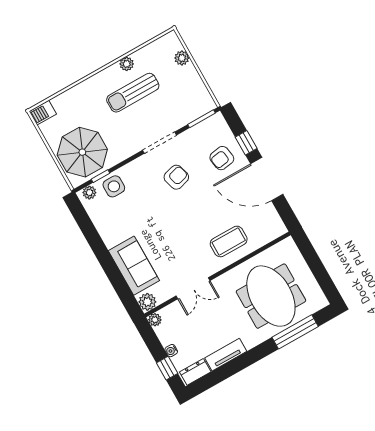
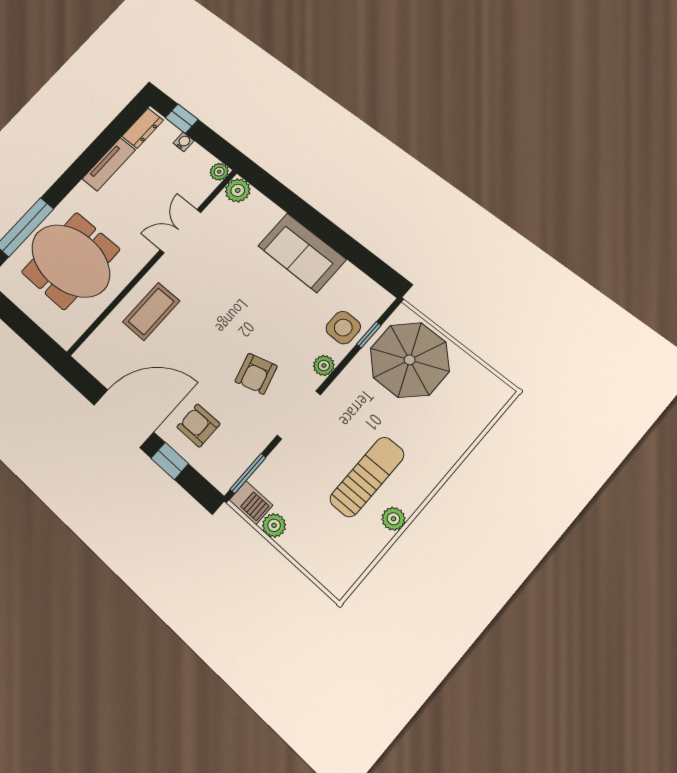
plant: (182, 58) -> (274, 525), moved
barbecue: (43, 113) -> (251, 503), moved, turned 90
armchair: (222, 158) -> (198, 425), turned -81
plant: (89, 193) -> (324, 366), moved
sofa: (134, 266) -> (302, 253), moved

